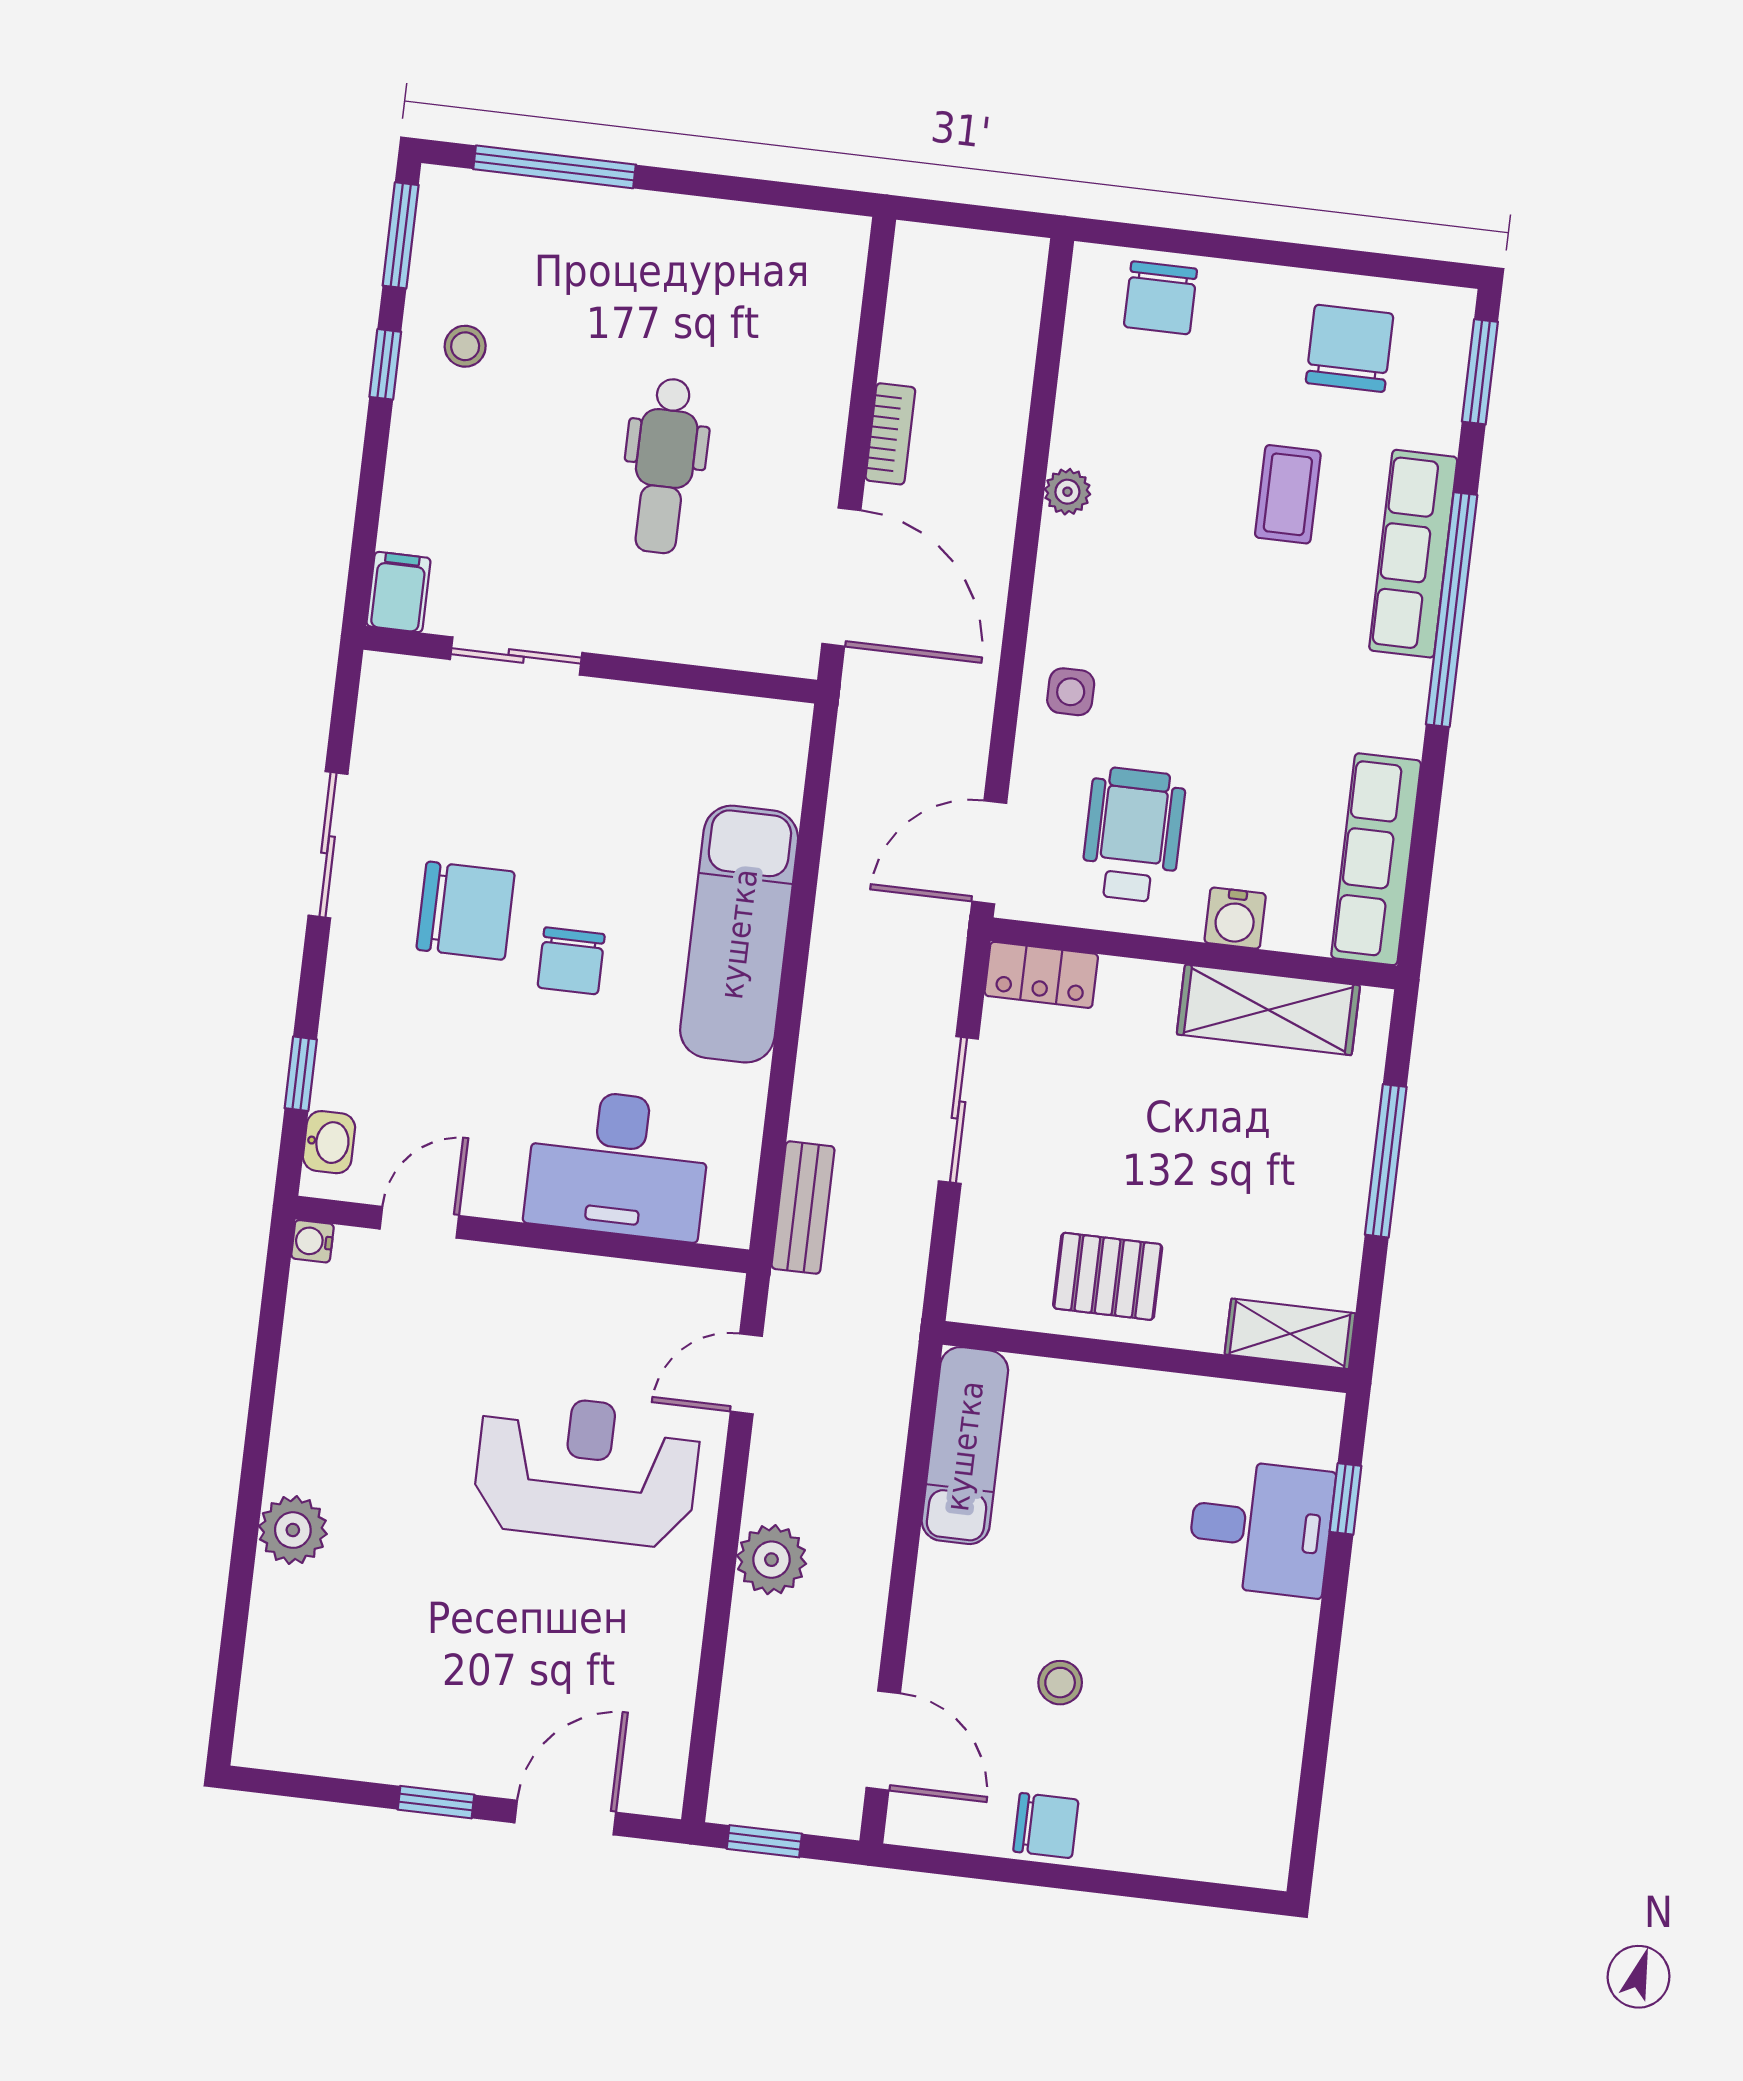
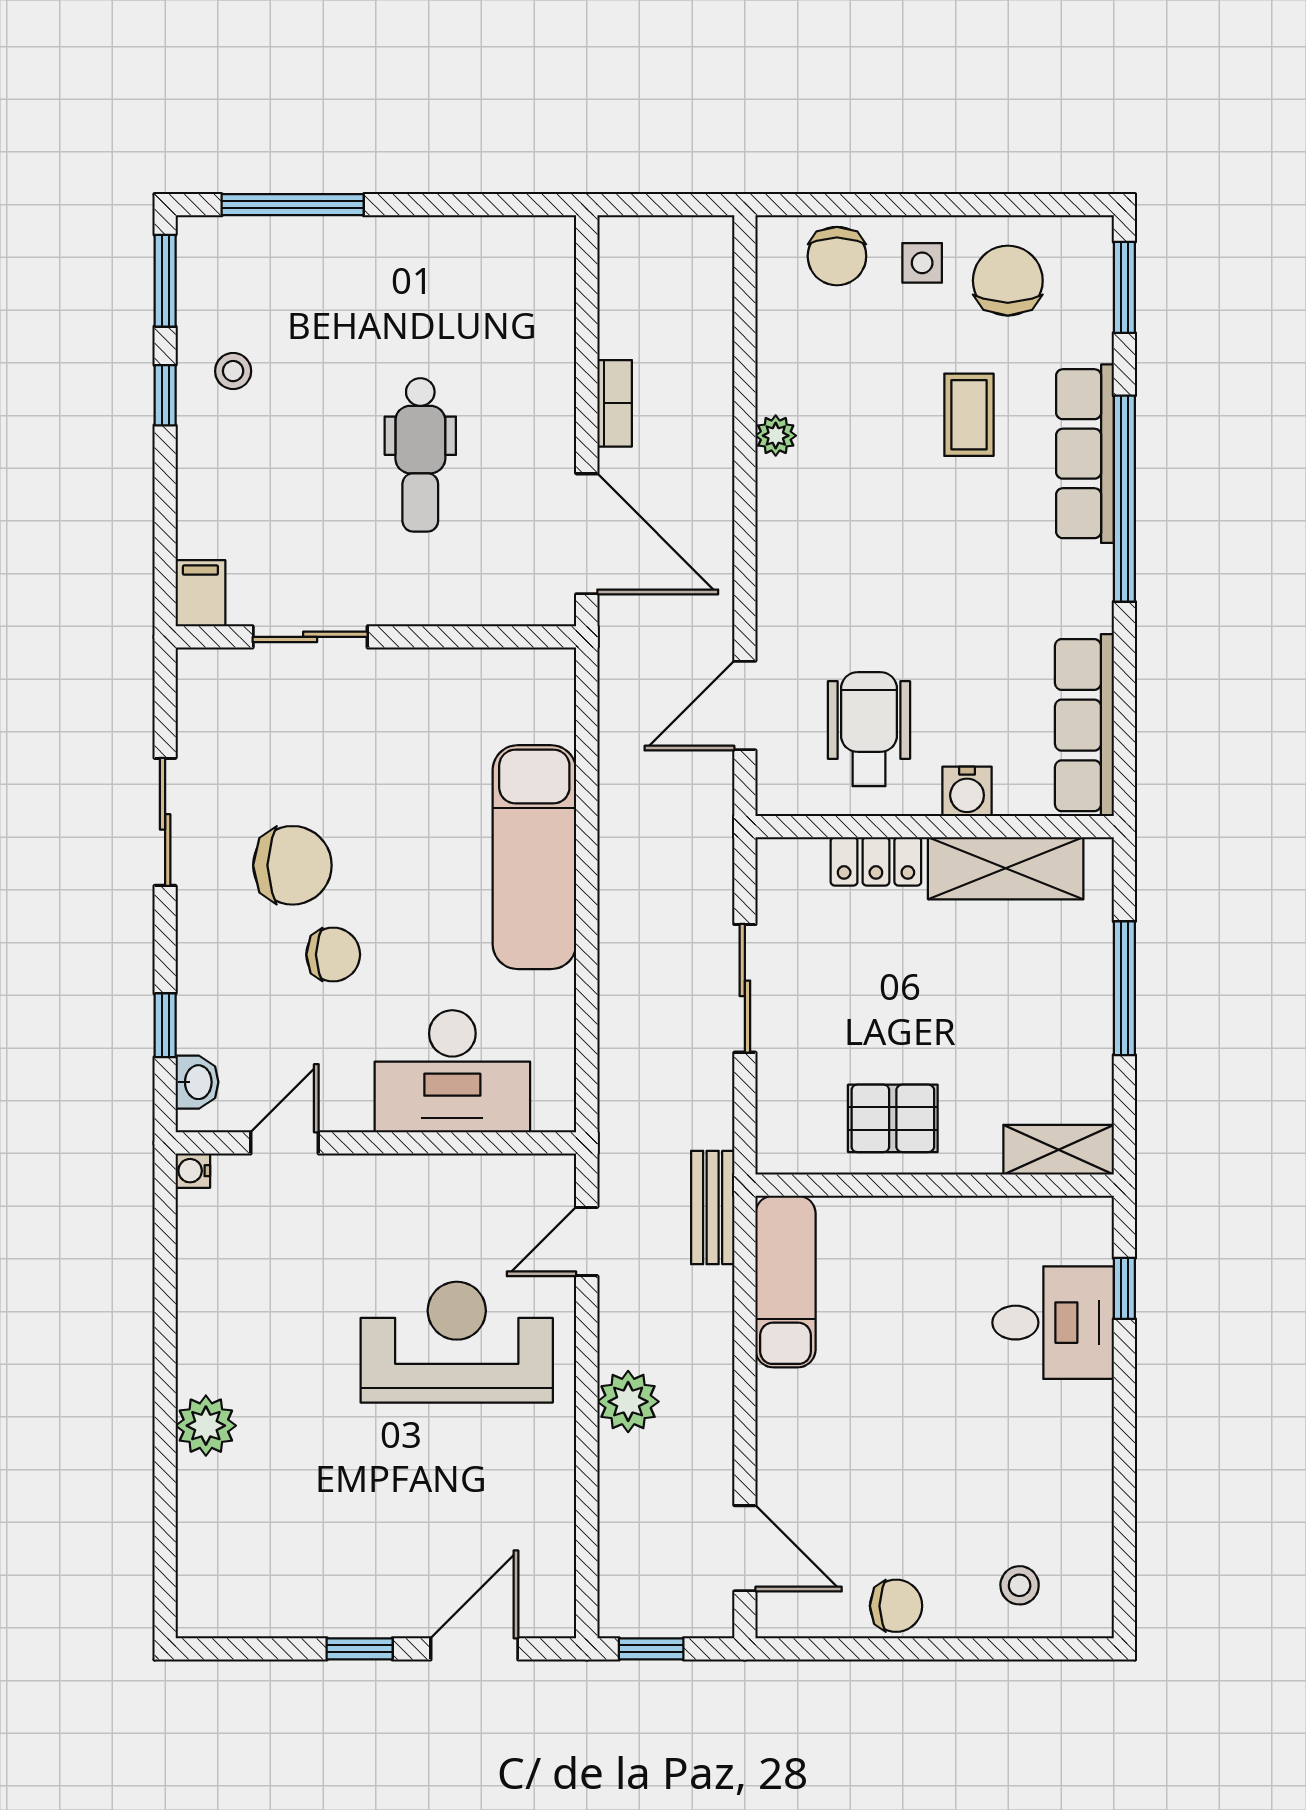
side table: (1071, 692) -> (922, 263), moved
door: (989, 852) -> (745, 706), moved
chair: (571, 961) -> (333, 955), moved, turned -90
locker: (1041, 975) -> (876, 861), moved
bench: (803, 1208) -> (713, 1208), moved
stool: (1060, 1683) -> (1020, 1585), moved

